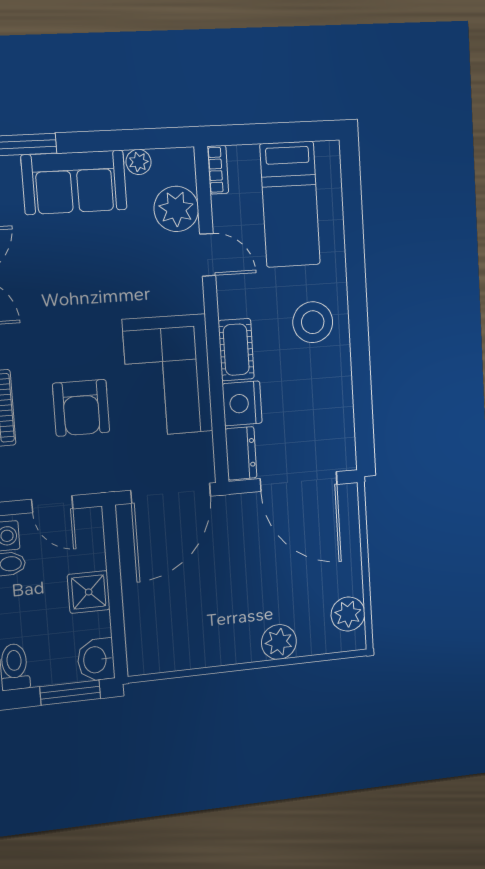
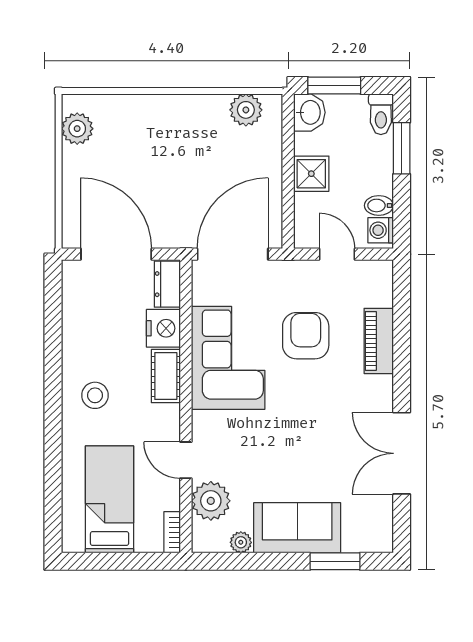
stool: (313, 322) -> (95, 395), width x0.73, depth x0.73
plant: (279, 642) -> (246, 110), moved

